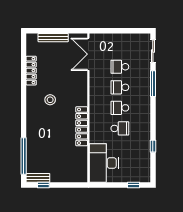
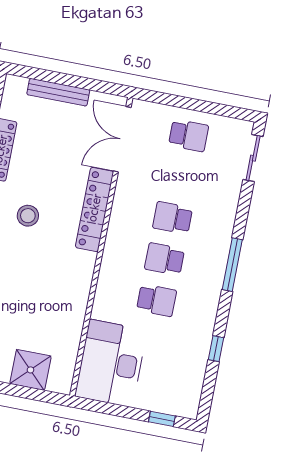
school desk: (120, 67) -> (189, 135), moved, turned 180
window: (153, 84) -> (232, 265), moved
locker: (82, 126) -> (95, 209), moved
shower: (66, 174) -> (30, 370), added

